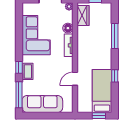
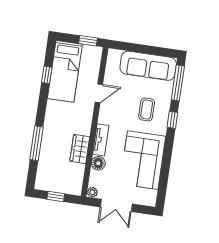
wardrobe: (83, 15) -> (80, 149), moved
coffee table: (28, 71) -> (147, 109), moved
window: (115, 76) -> (47, 75), moved
window: (99, 116) -> (88, 41), moved

